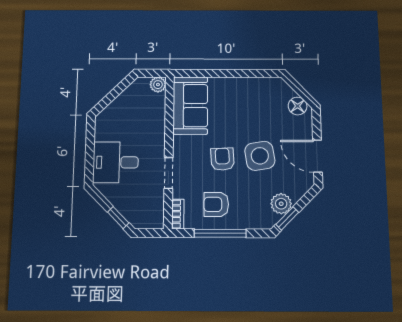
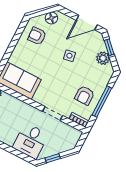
side table: (260, 156) -> (69, 56), width x0.54, depth x0.54
armchair: (222, 159) -> (37, 36), moved
window: (118, 218) -> (53, 158), moved
window: (287, 218) -> (109, 47), moved

